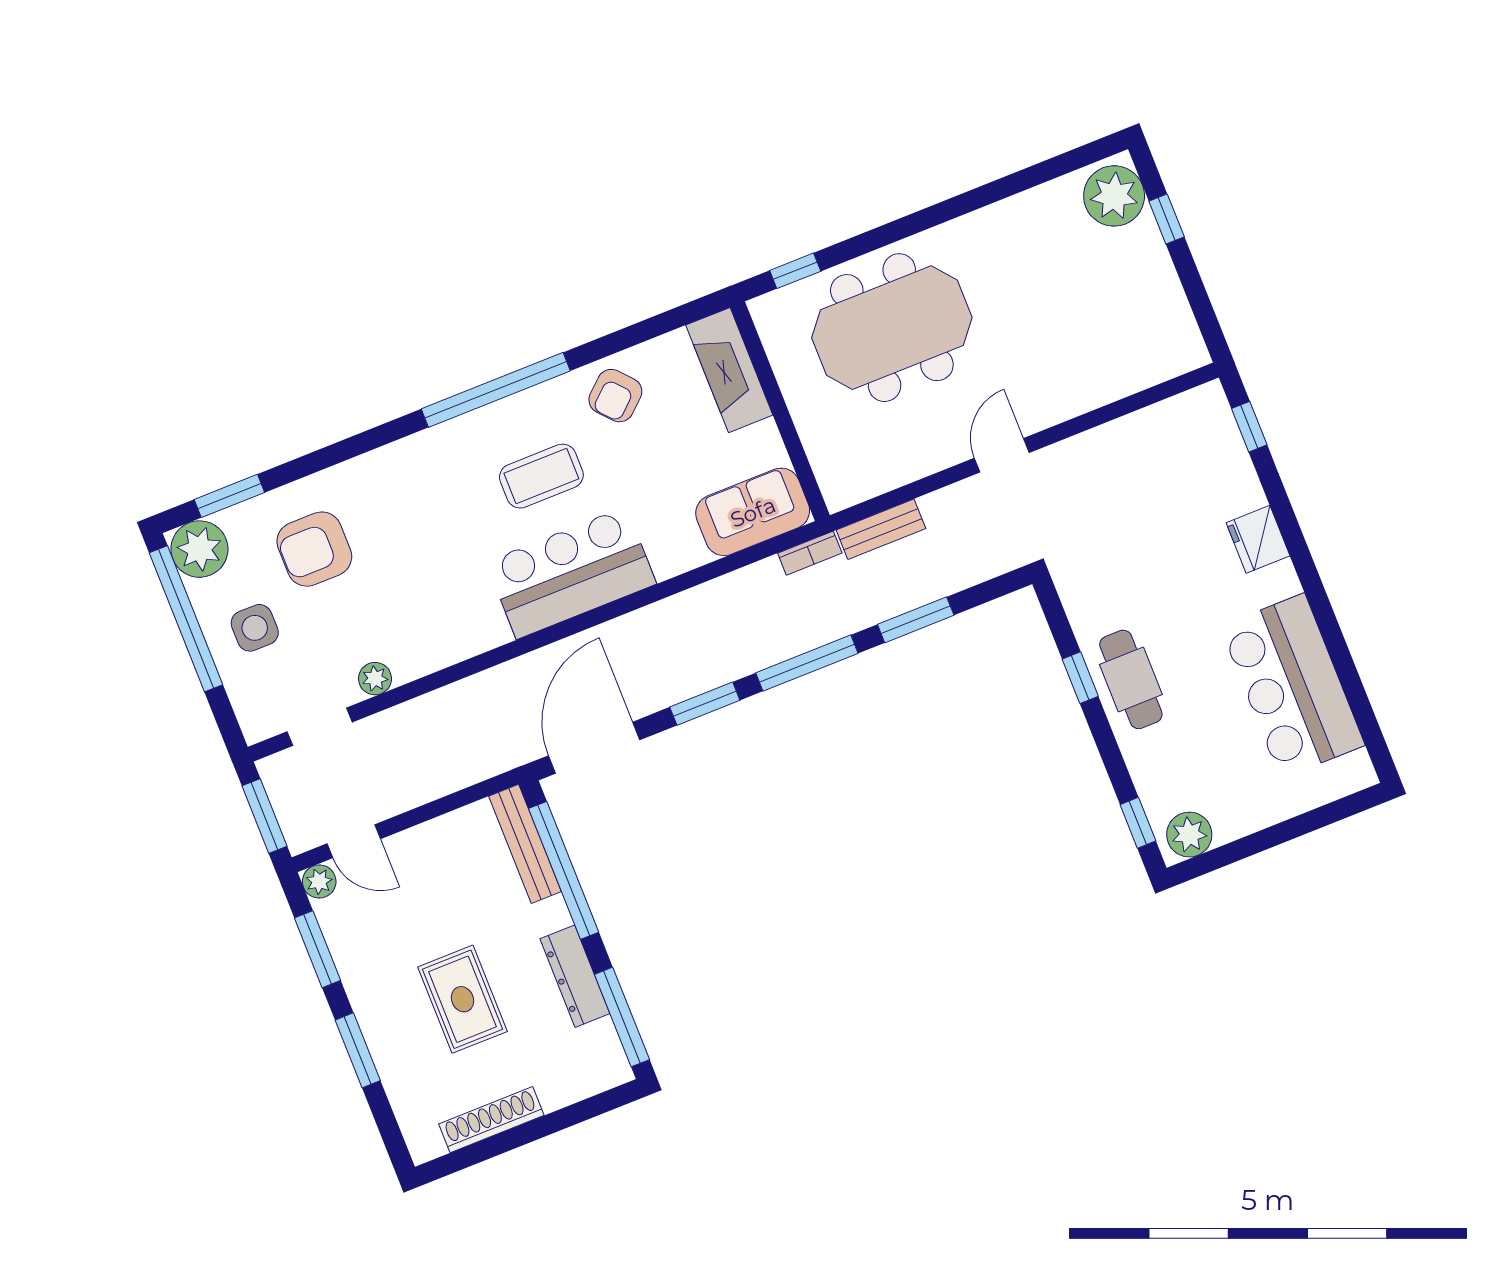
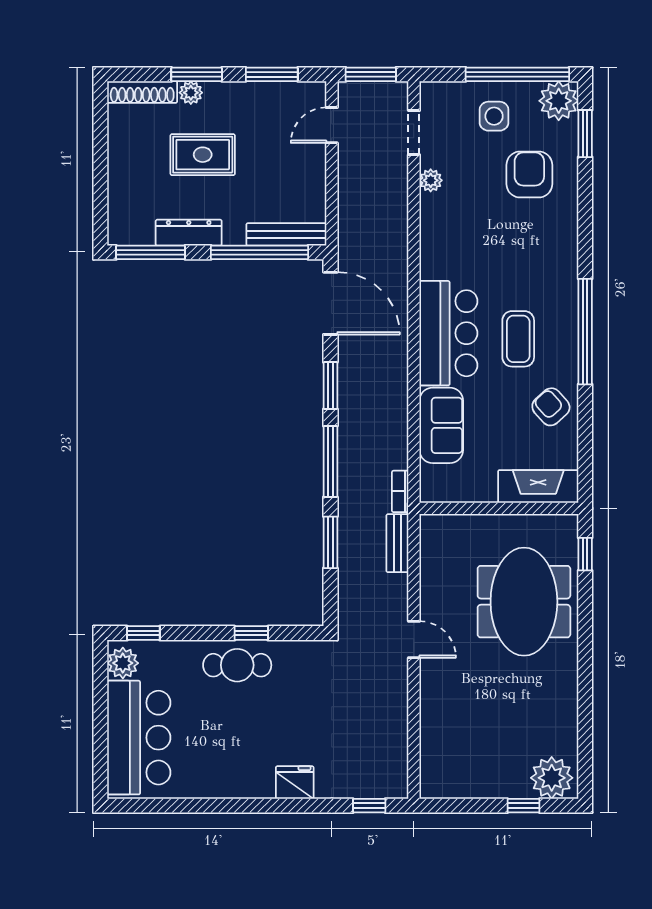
sofa: (753, 512) -> (441, 425), moved
bar counter: (1292, 686) -> (139, 738), moved, turned 90
plant: (319, 881) -> (191, 93), moved
shoe rack: (491, 1120) -> (142, 92), moved, turned 90

